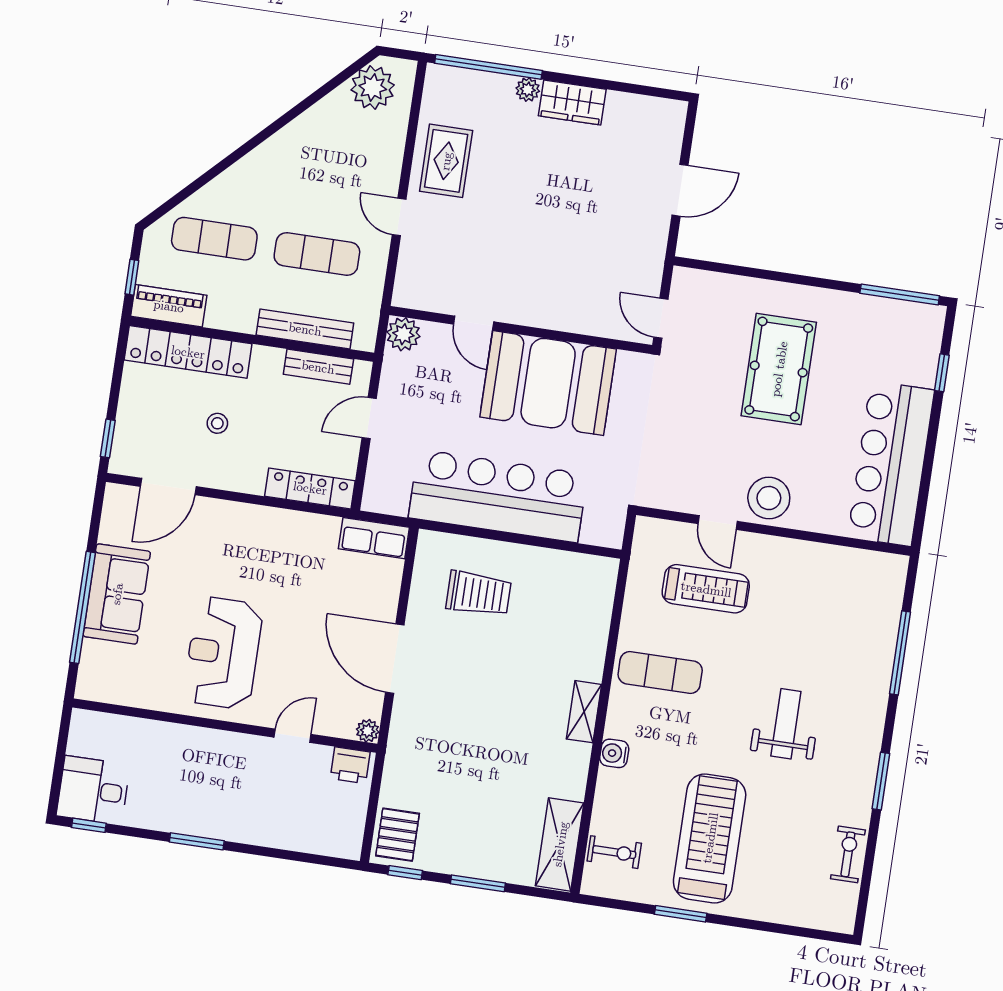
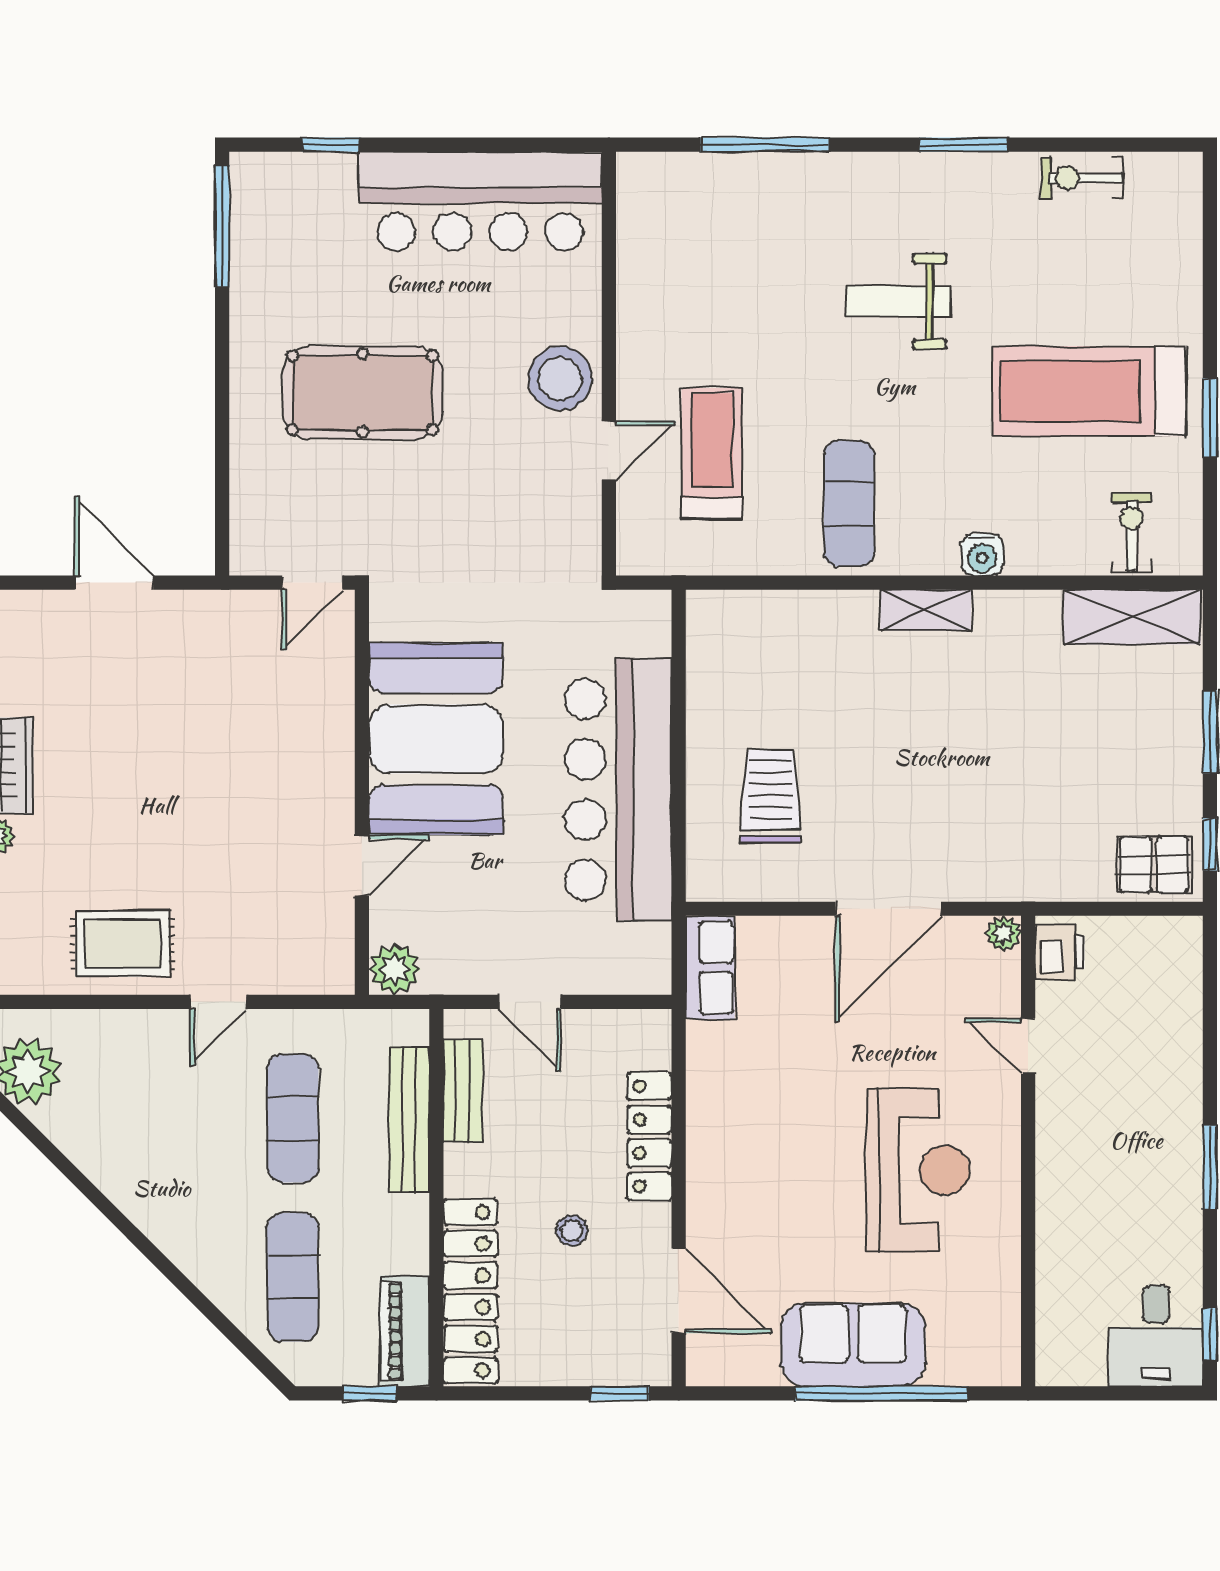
locker: (310, 488) -> (650, 1136), moved
reception desk: (223, 653) -> (918, 1170), turned -90

